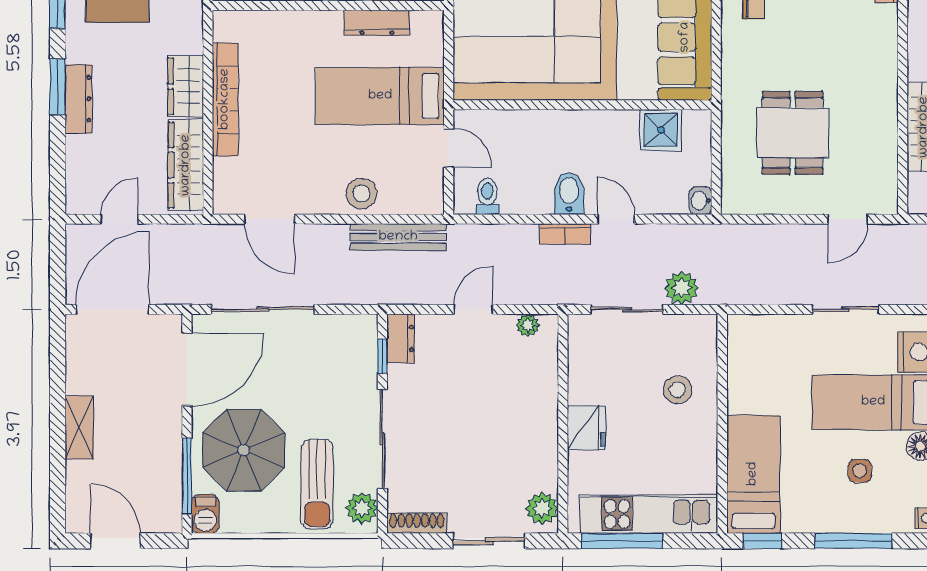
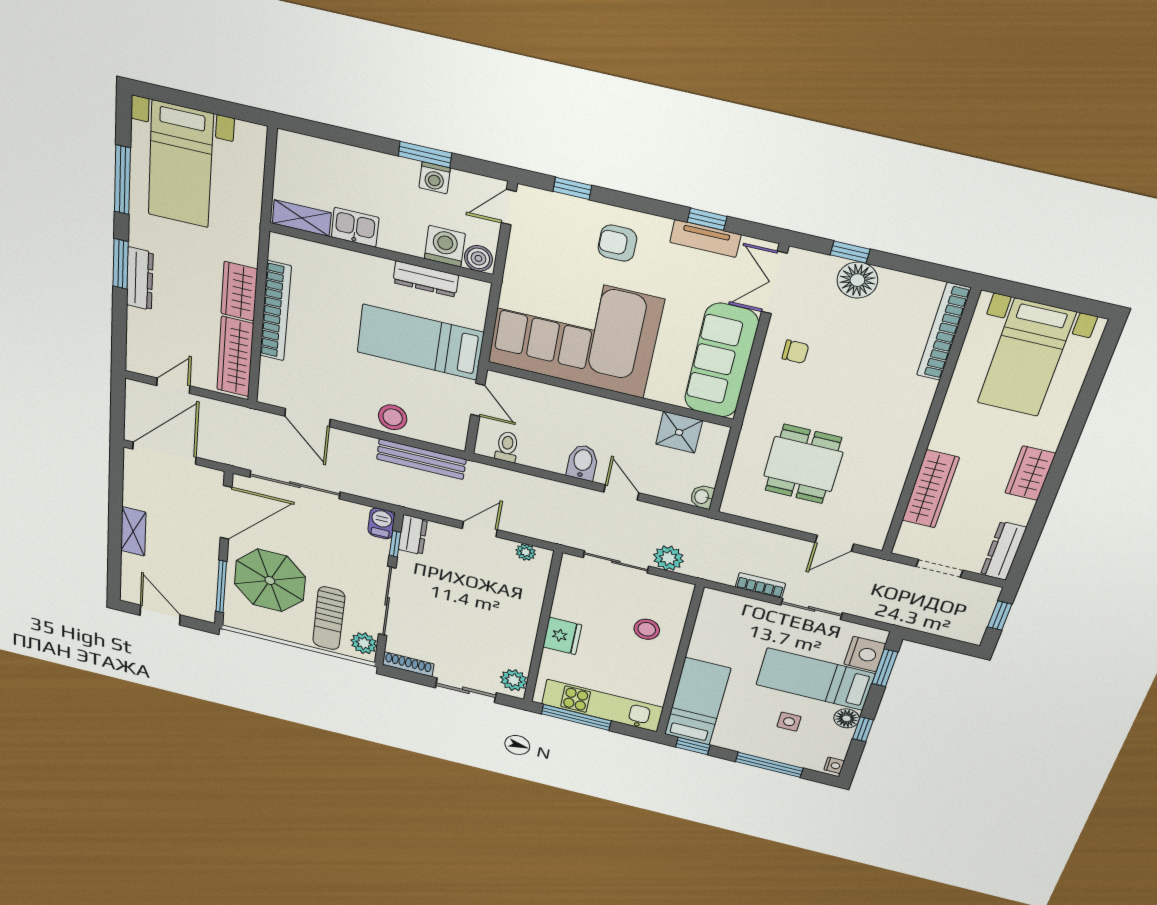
bookcase: (565, 234) -> (760, 585), moved, turned 180
barbecue: (205, 514) -> (381, 523), moved, turned 180

